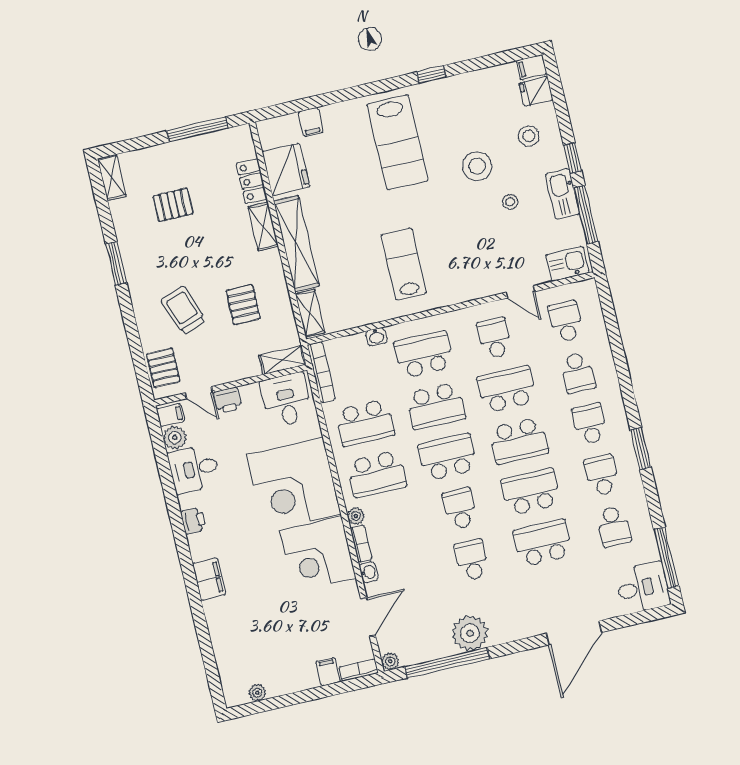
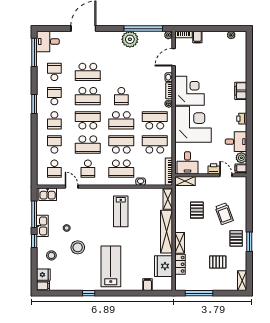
pallet: (163, 368) -> (236, 238), moved
school desk: (602, 475) -> (54, 96), turned 180
school desk: (472, 560) -> (121, 72), removed

